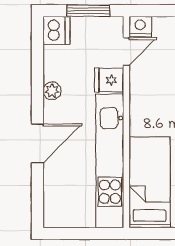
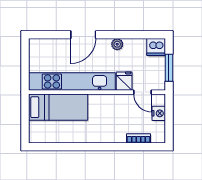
nightstand: (140, 27) -> (159, 113), moved
door: (37, 143) -> (83, 35), hinge flipped

